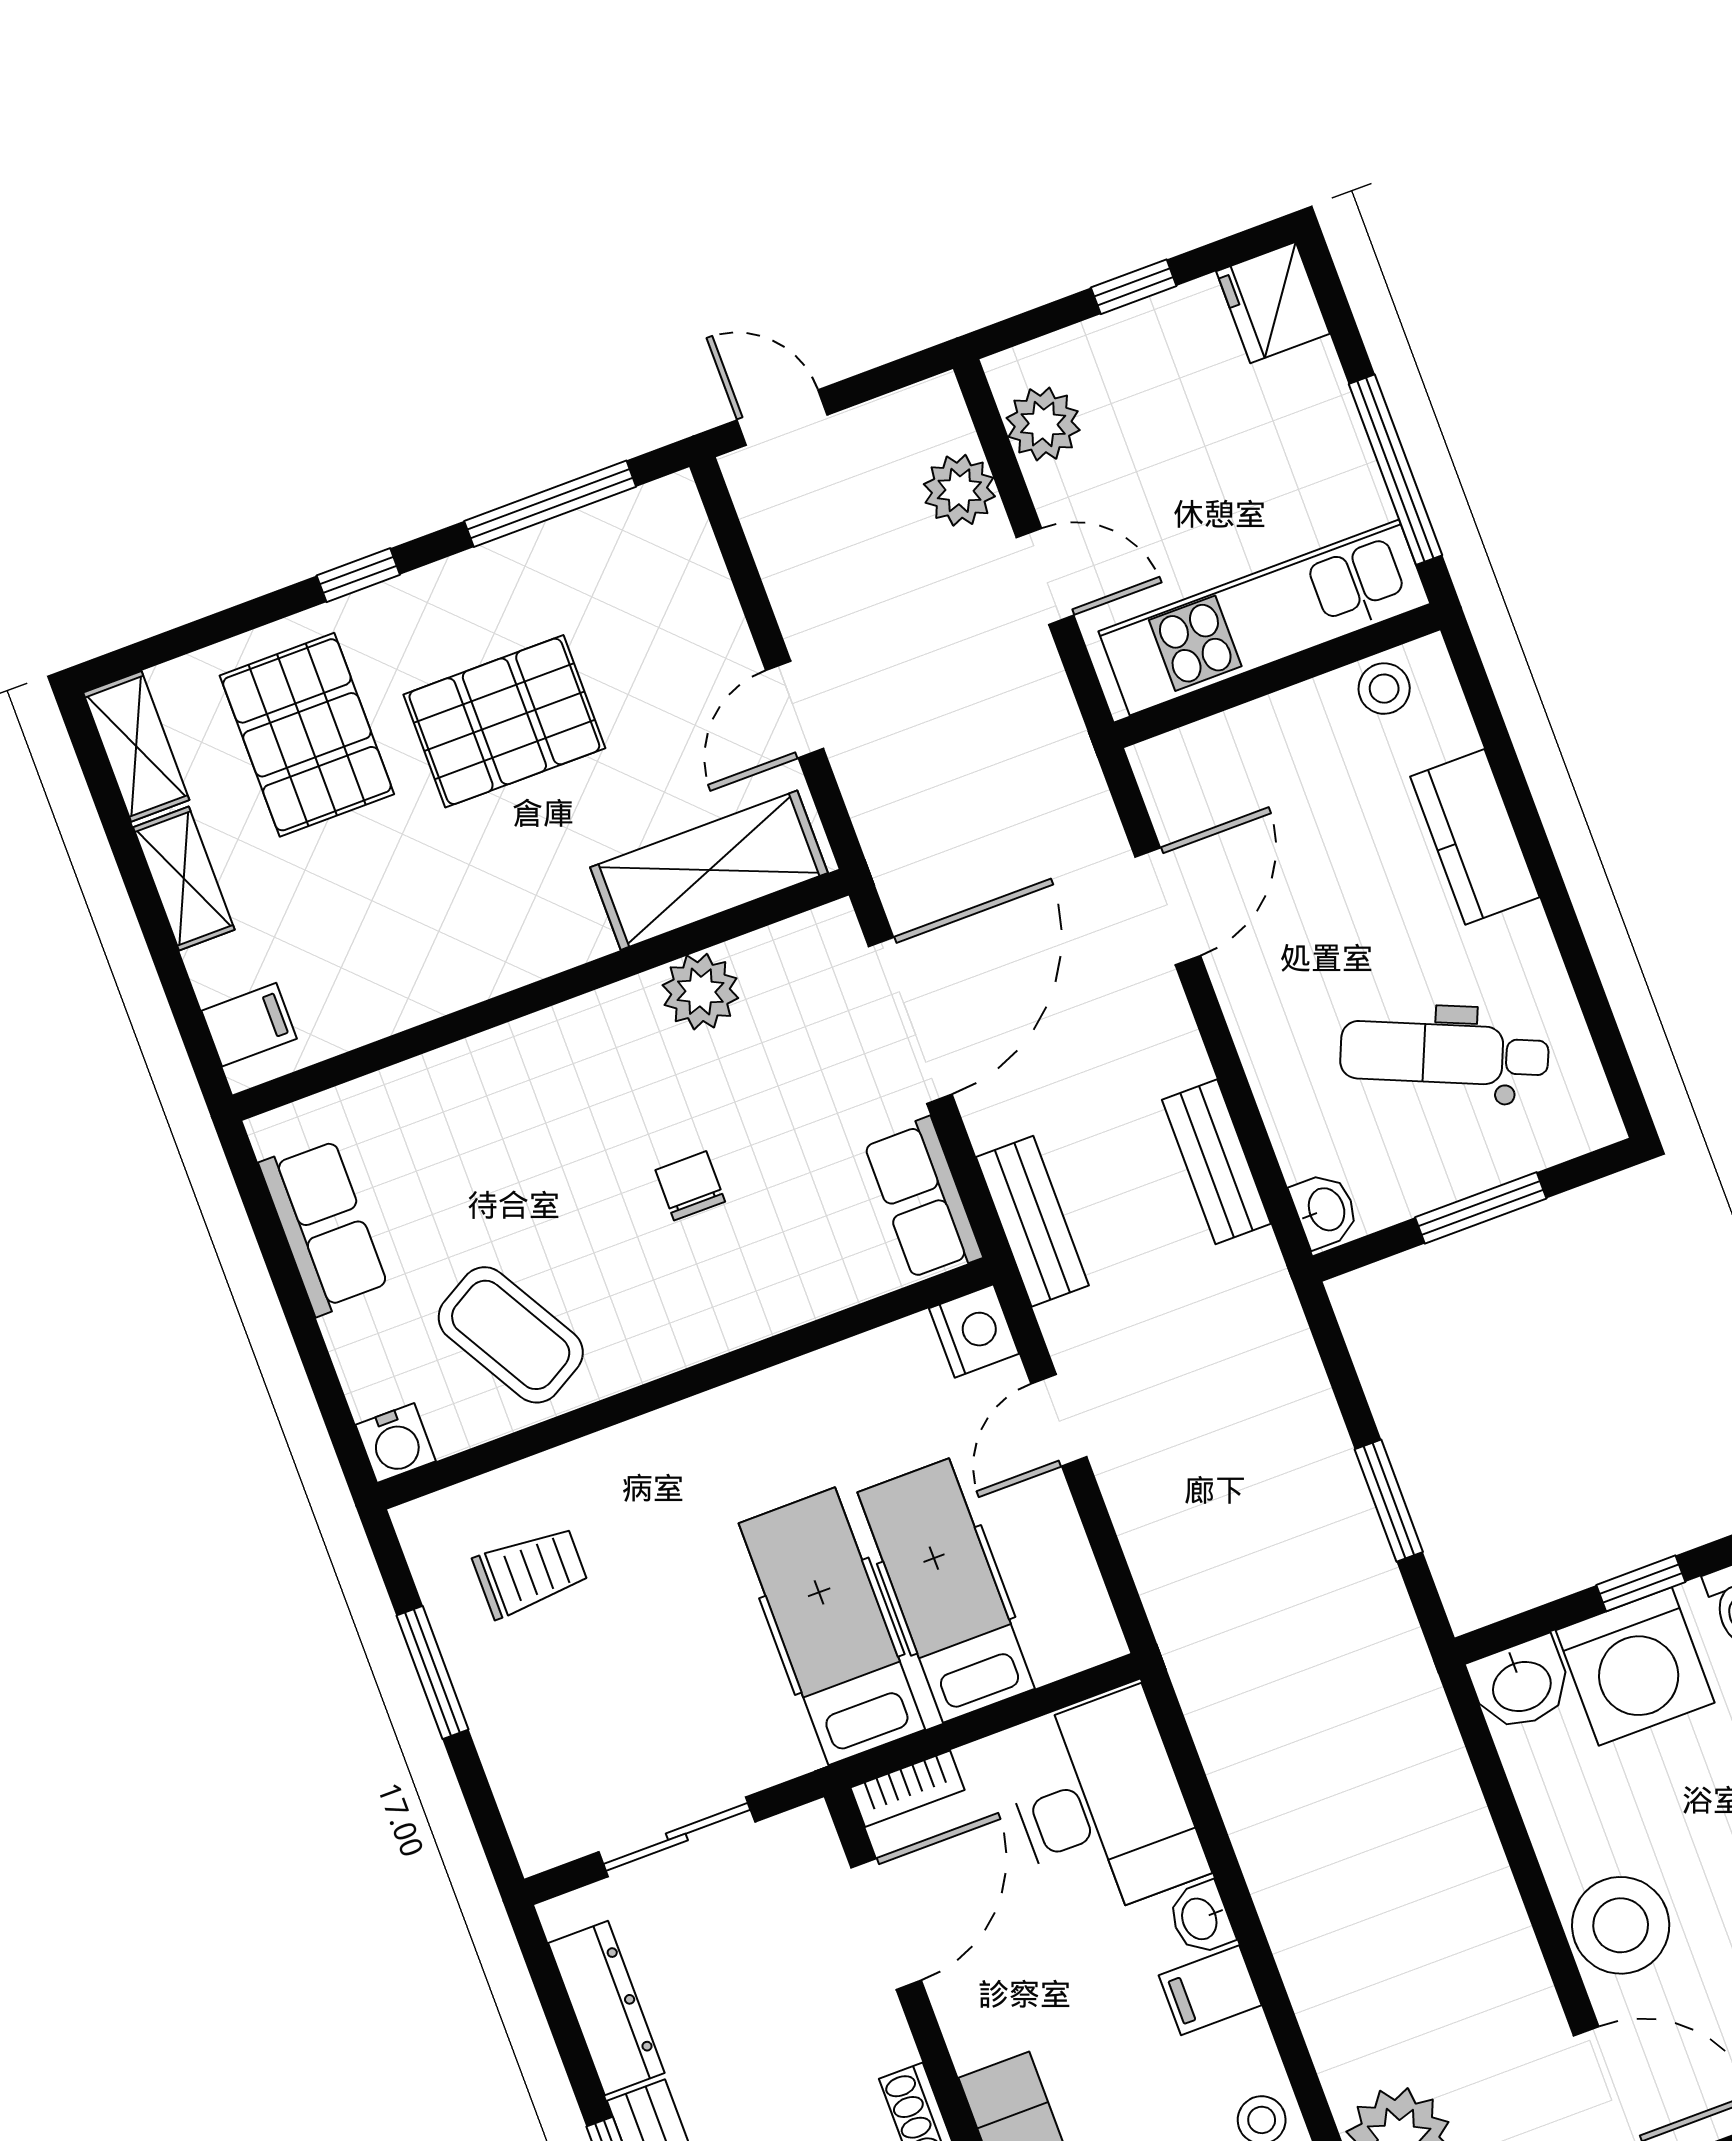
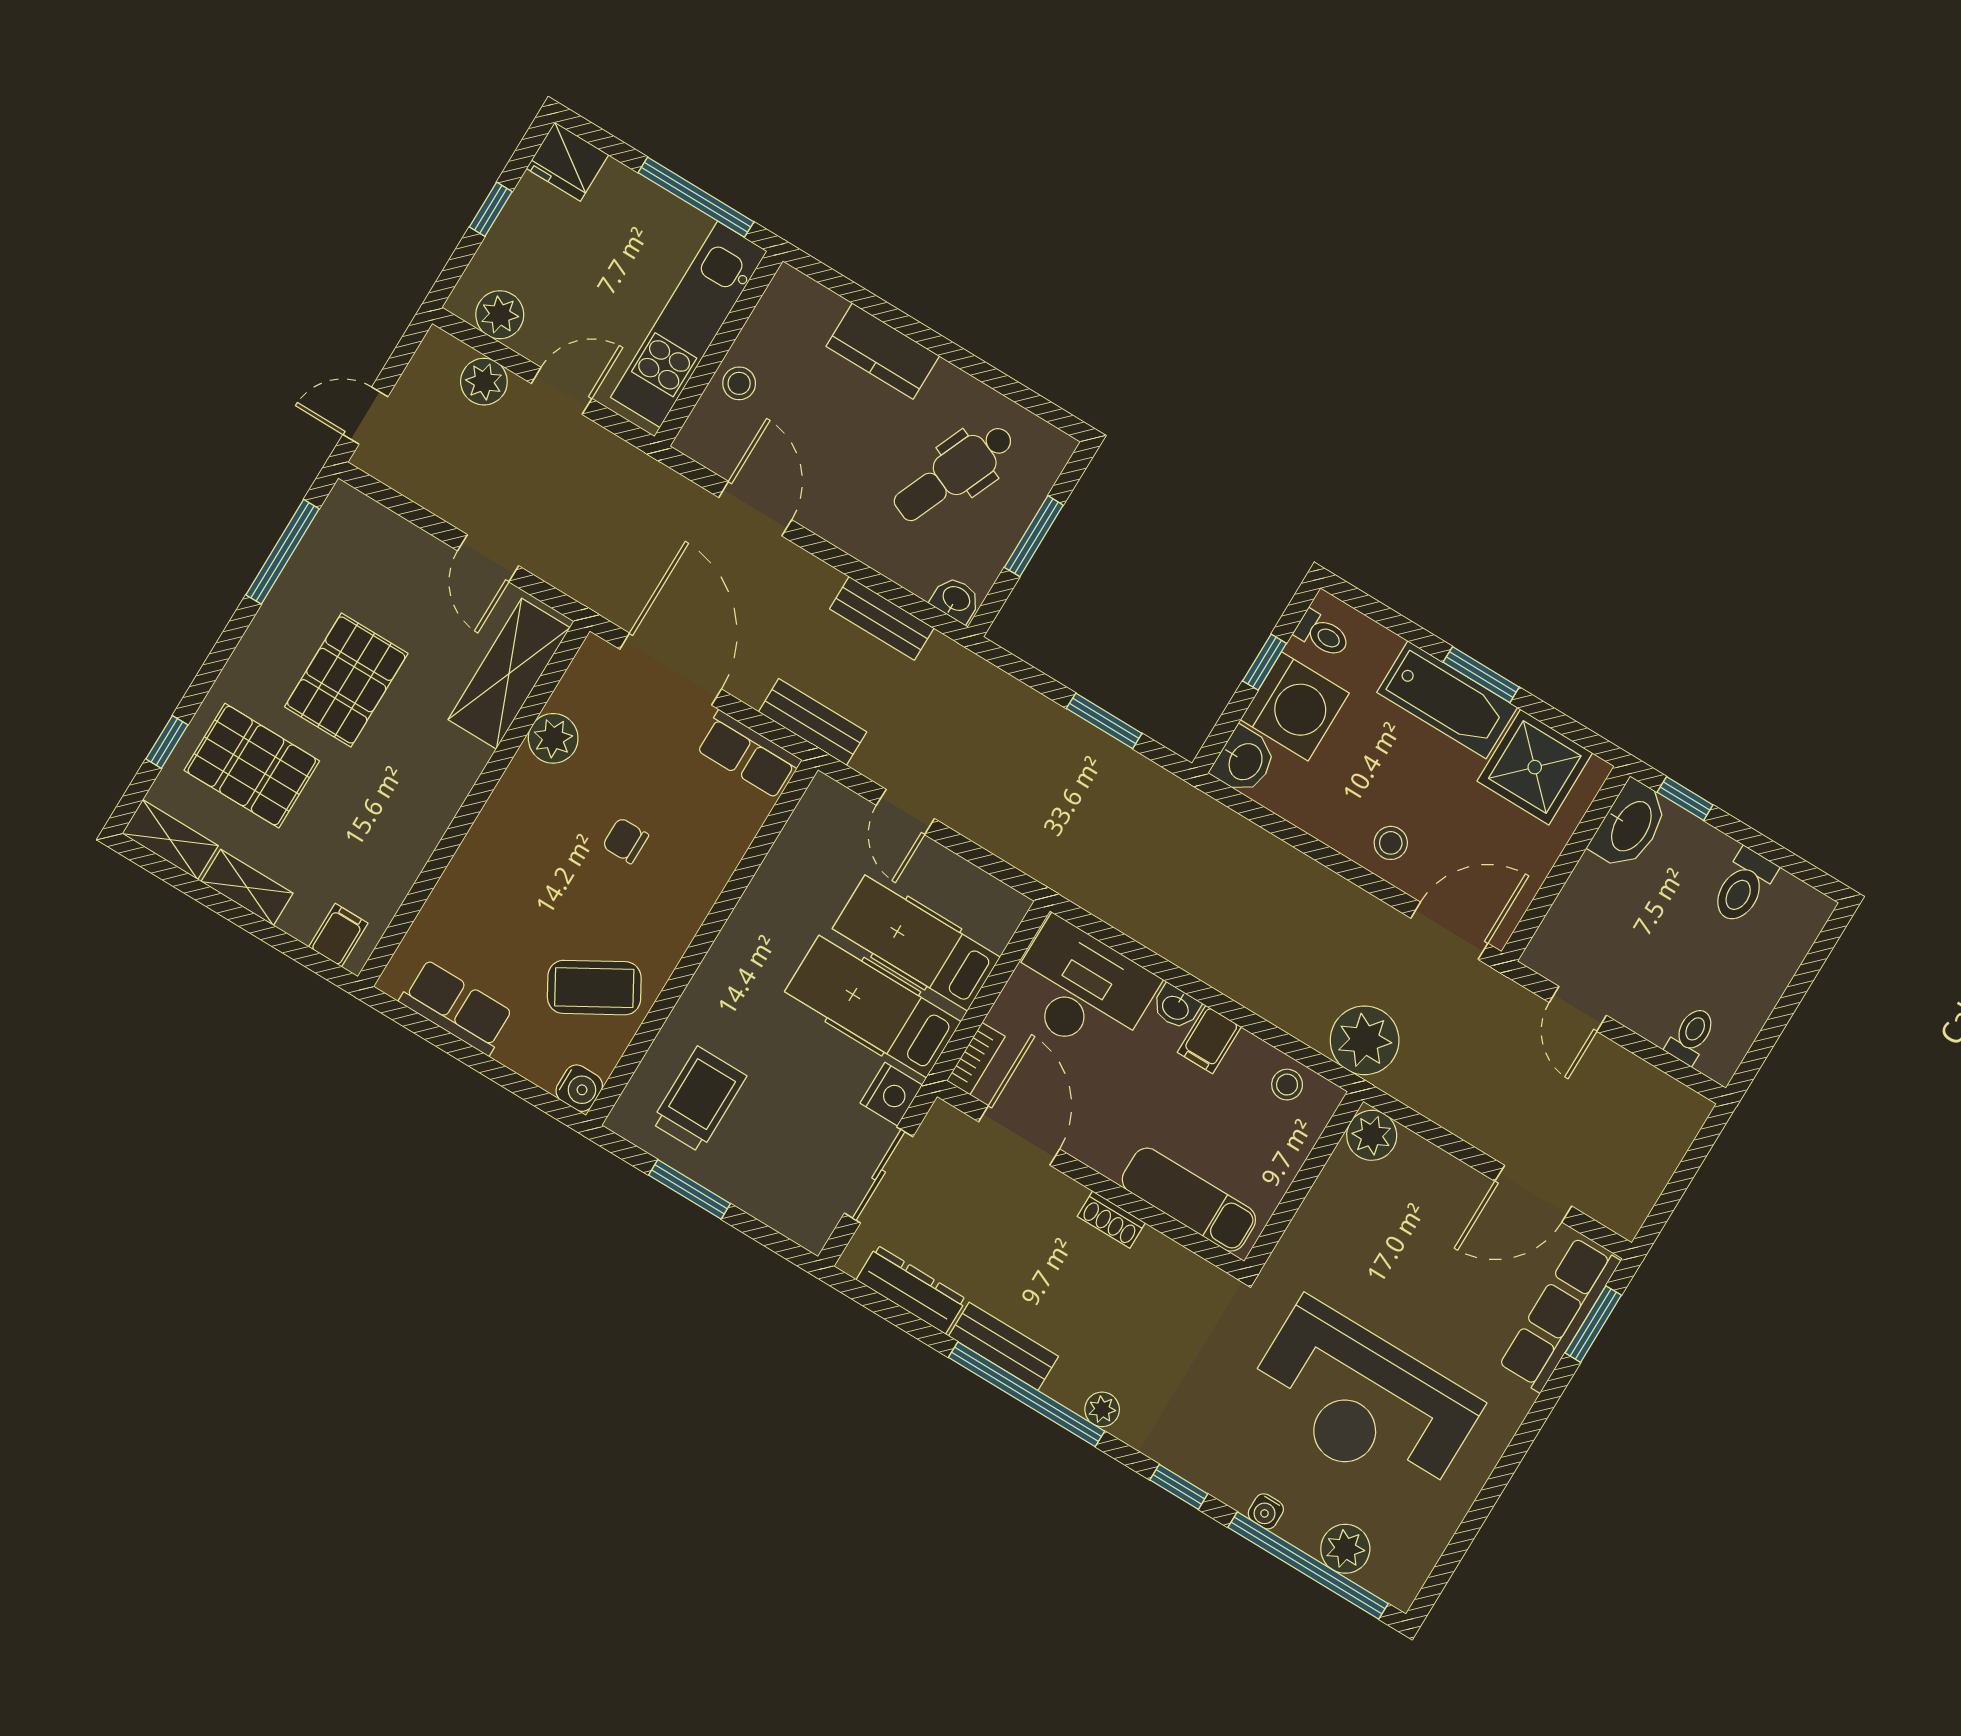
window: (358, 575) -> (167, 742), moved
stool: (1384, 689) -> (739, 383), moved
nightstand: (974, 1331) -> (891, 1094), moved, turned 90
trolley: (530, 1572) -> (699, 1099), width x1.36, depth x1.39
stool: (1621, 1925) -> (1391, 843), width x0.53, depth x0.53

